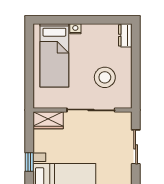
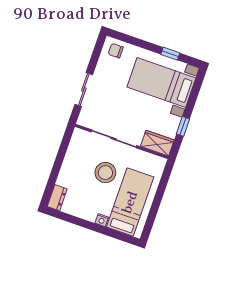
stool: (105, 77) -> (105, 173), moved
window: (29, 162) -> (183, 126), moved

